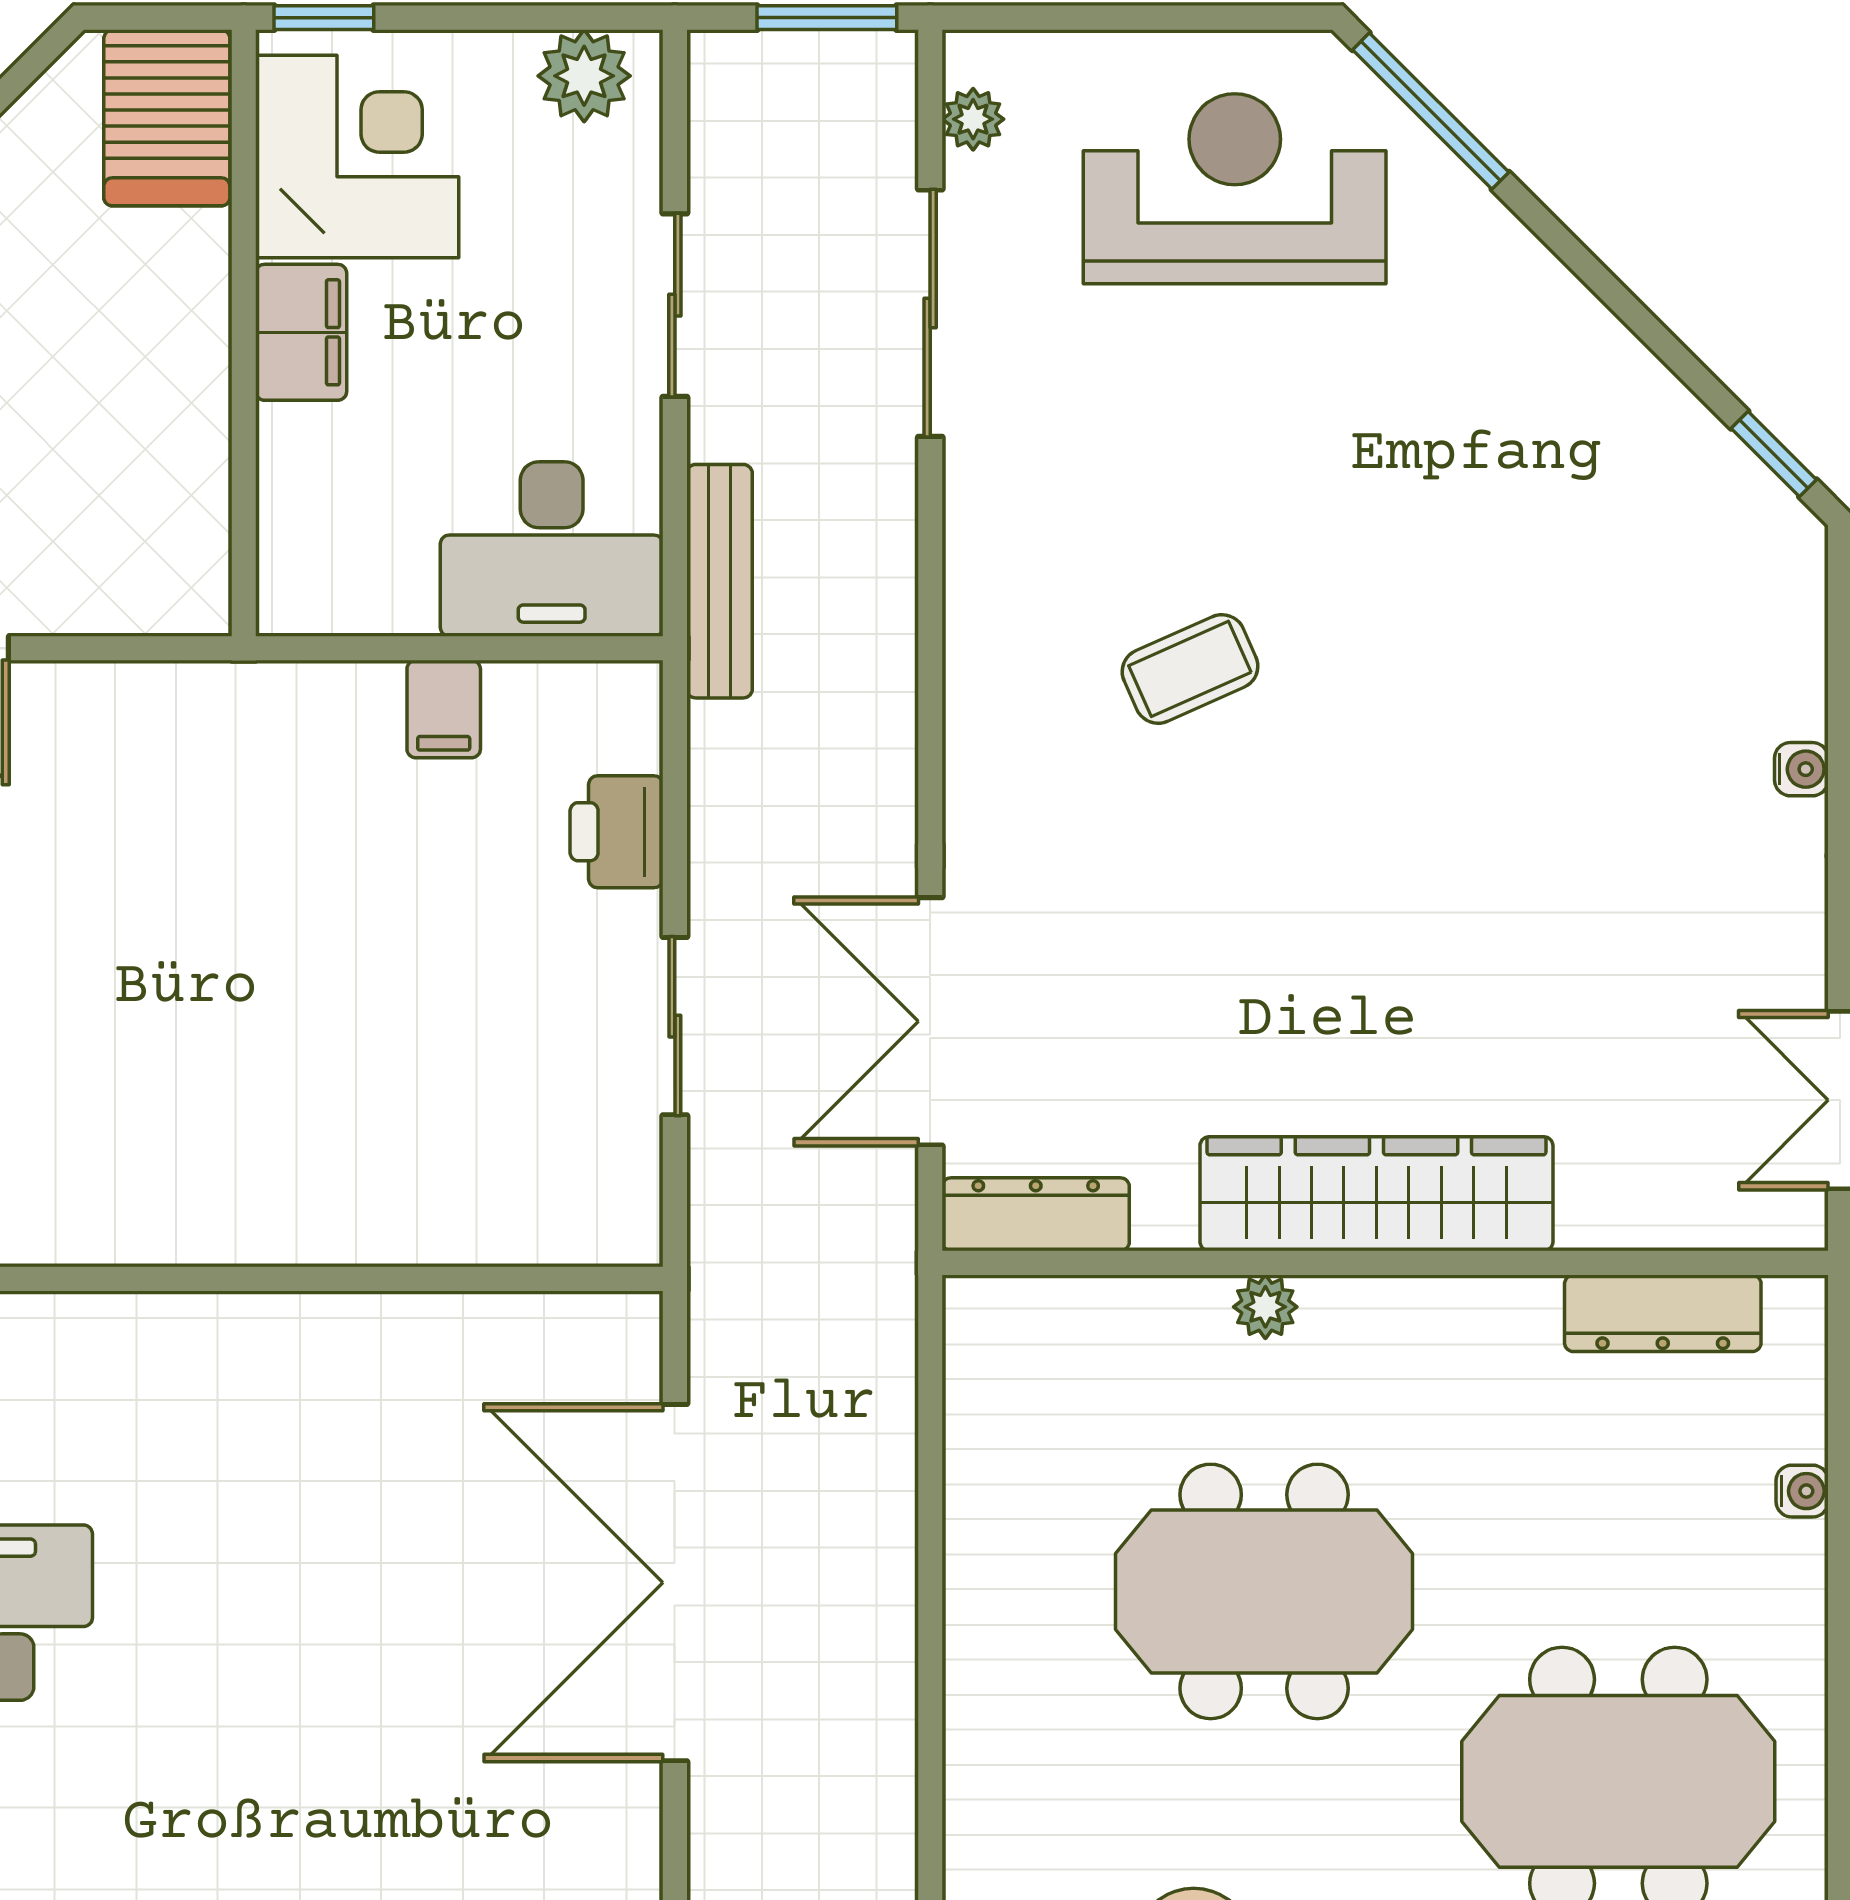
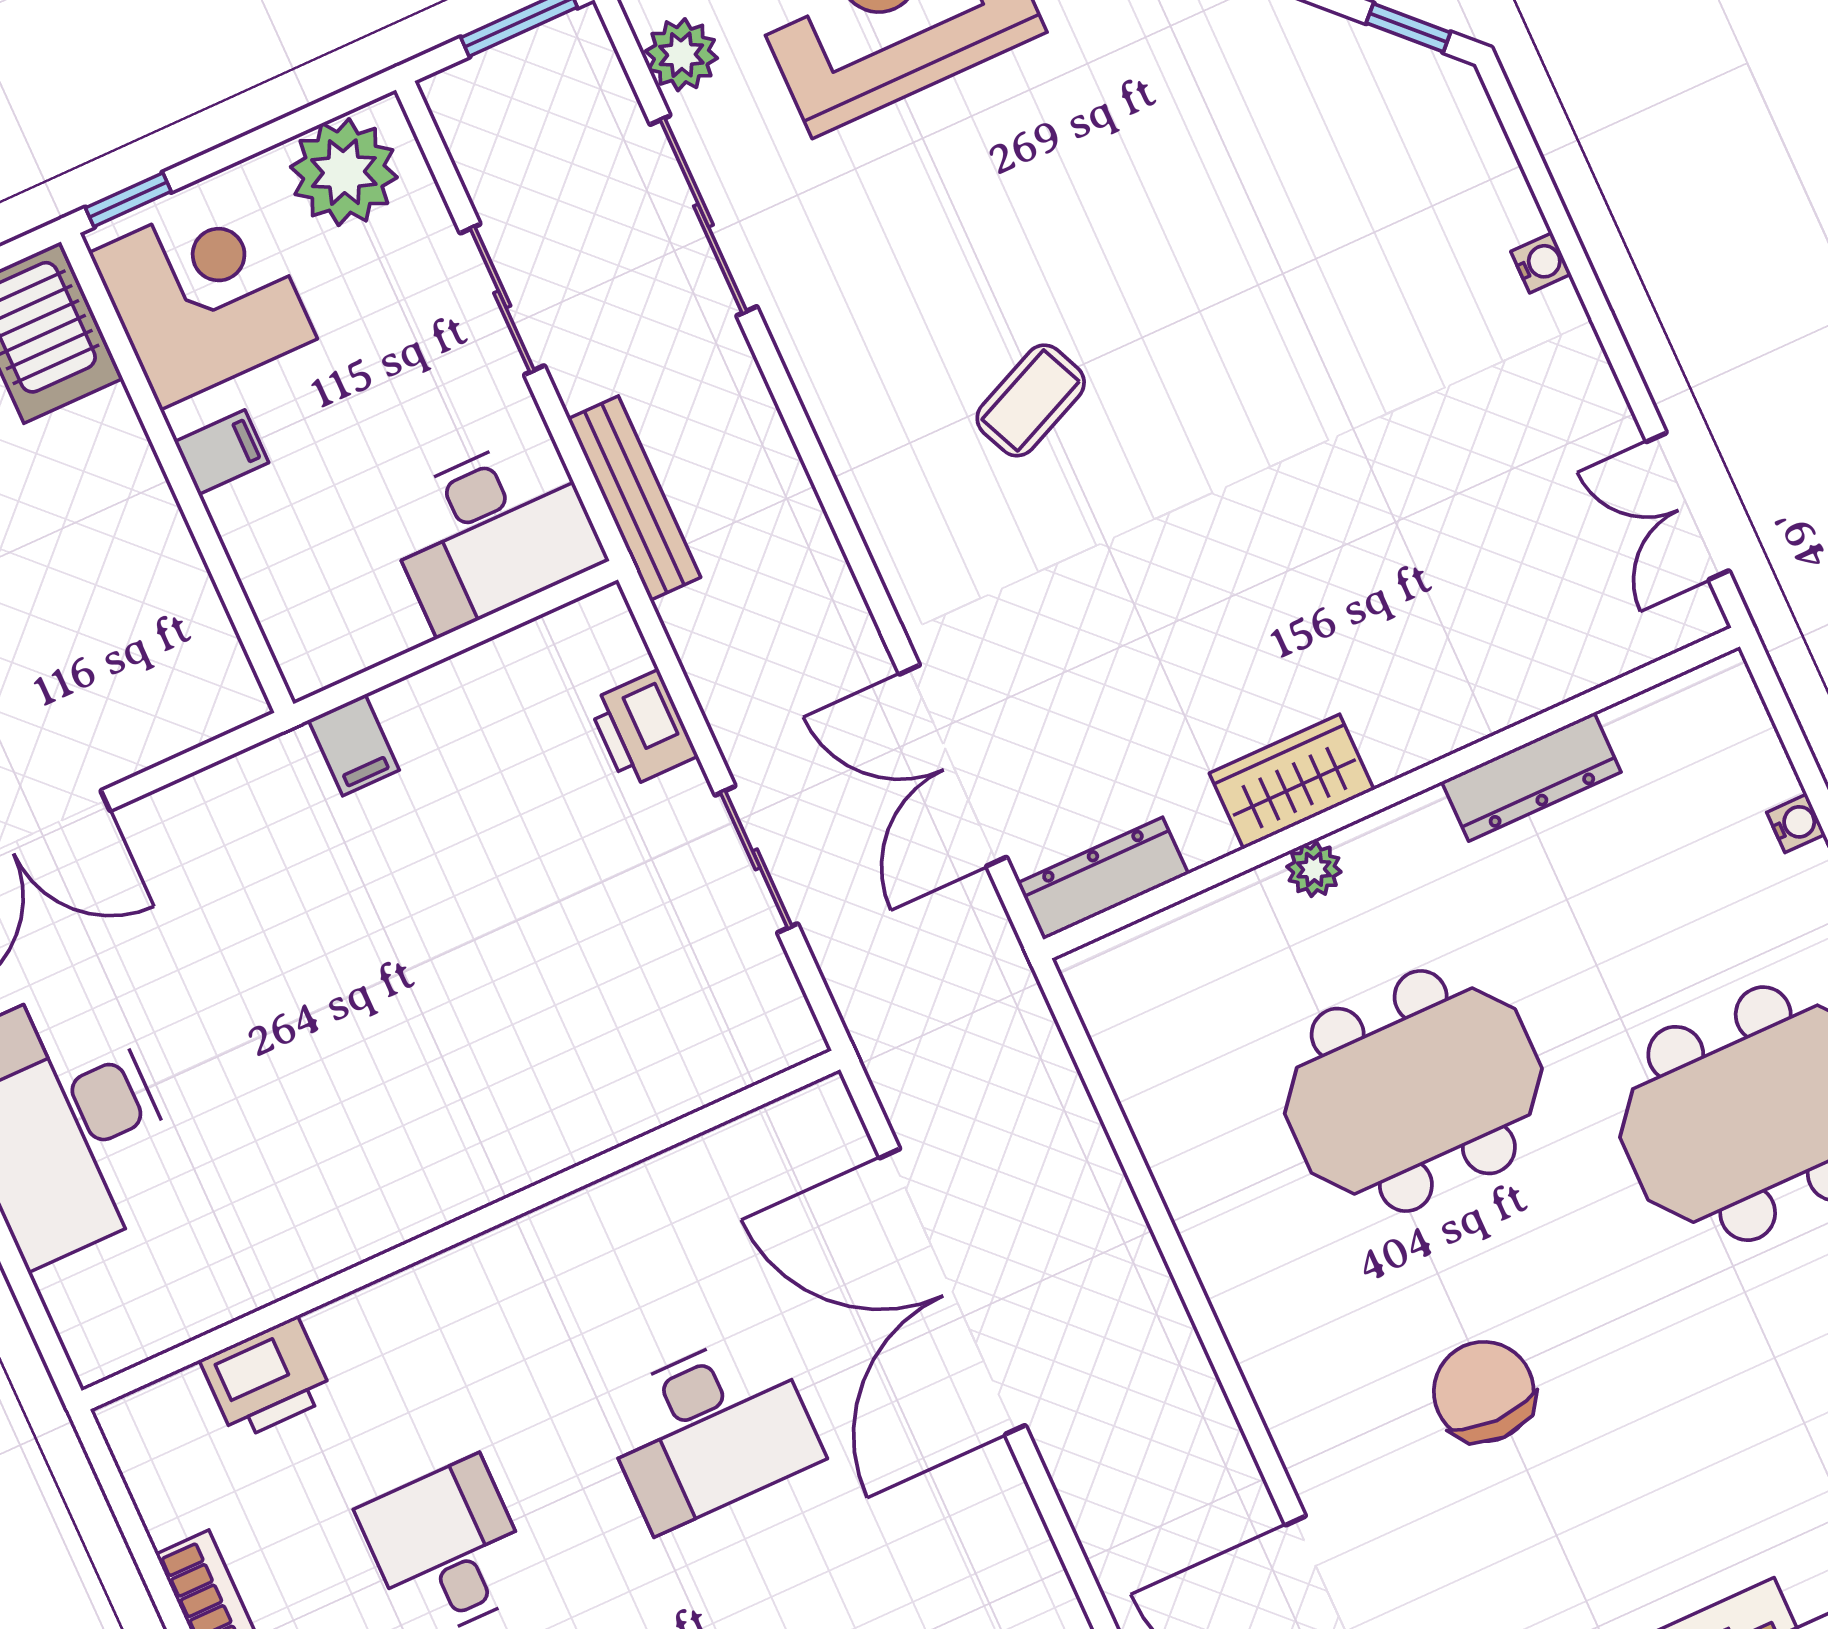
plant: (584, 76) -> (344, 172), width x1.36, depth x1.36
plant: (973, 119) -> (681, 55), width x1.38, depth x1.38
filing cabinet: (301, 332) -> (222, 452), width x0.50
filing cabinet: (444, 709) -> (354, 745), moved
wardrobe: (1376, 1194) -> (1292, 781), width x0.48, depth x0.85
dresser: (1663, 1313) -> (1531, 777), moved
desk: (349, 1613) -> (710, 1430), added

